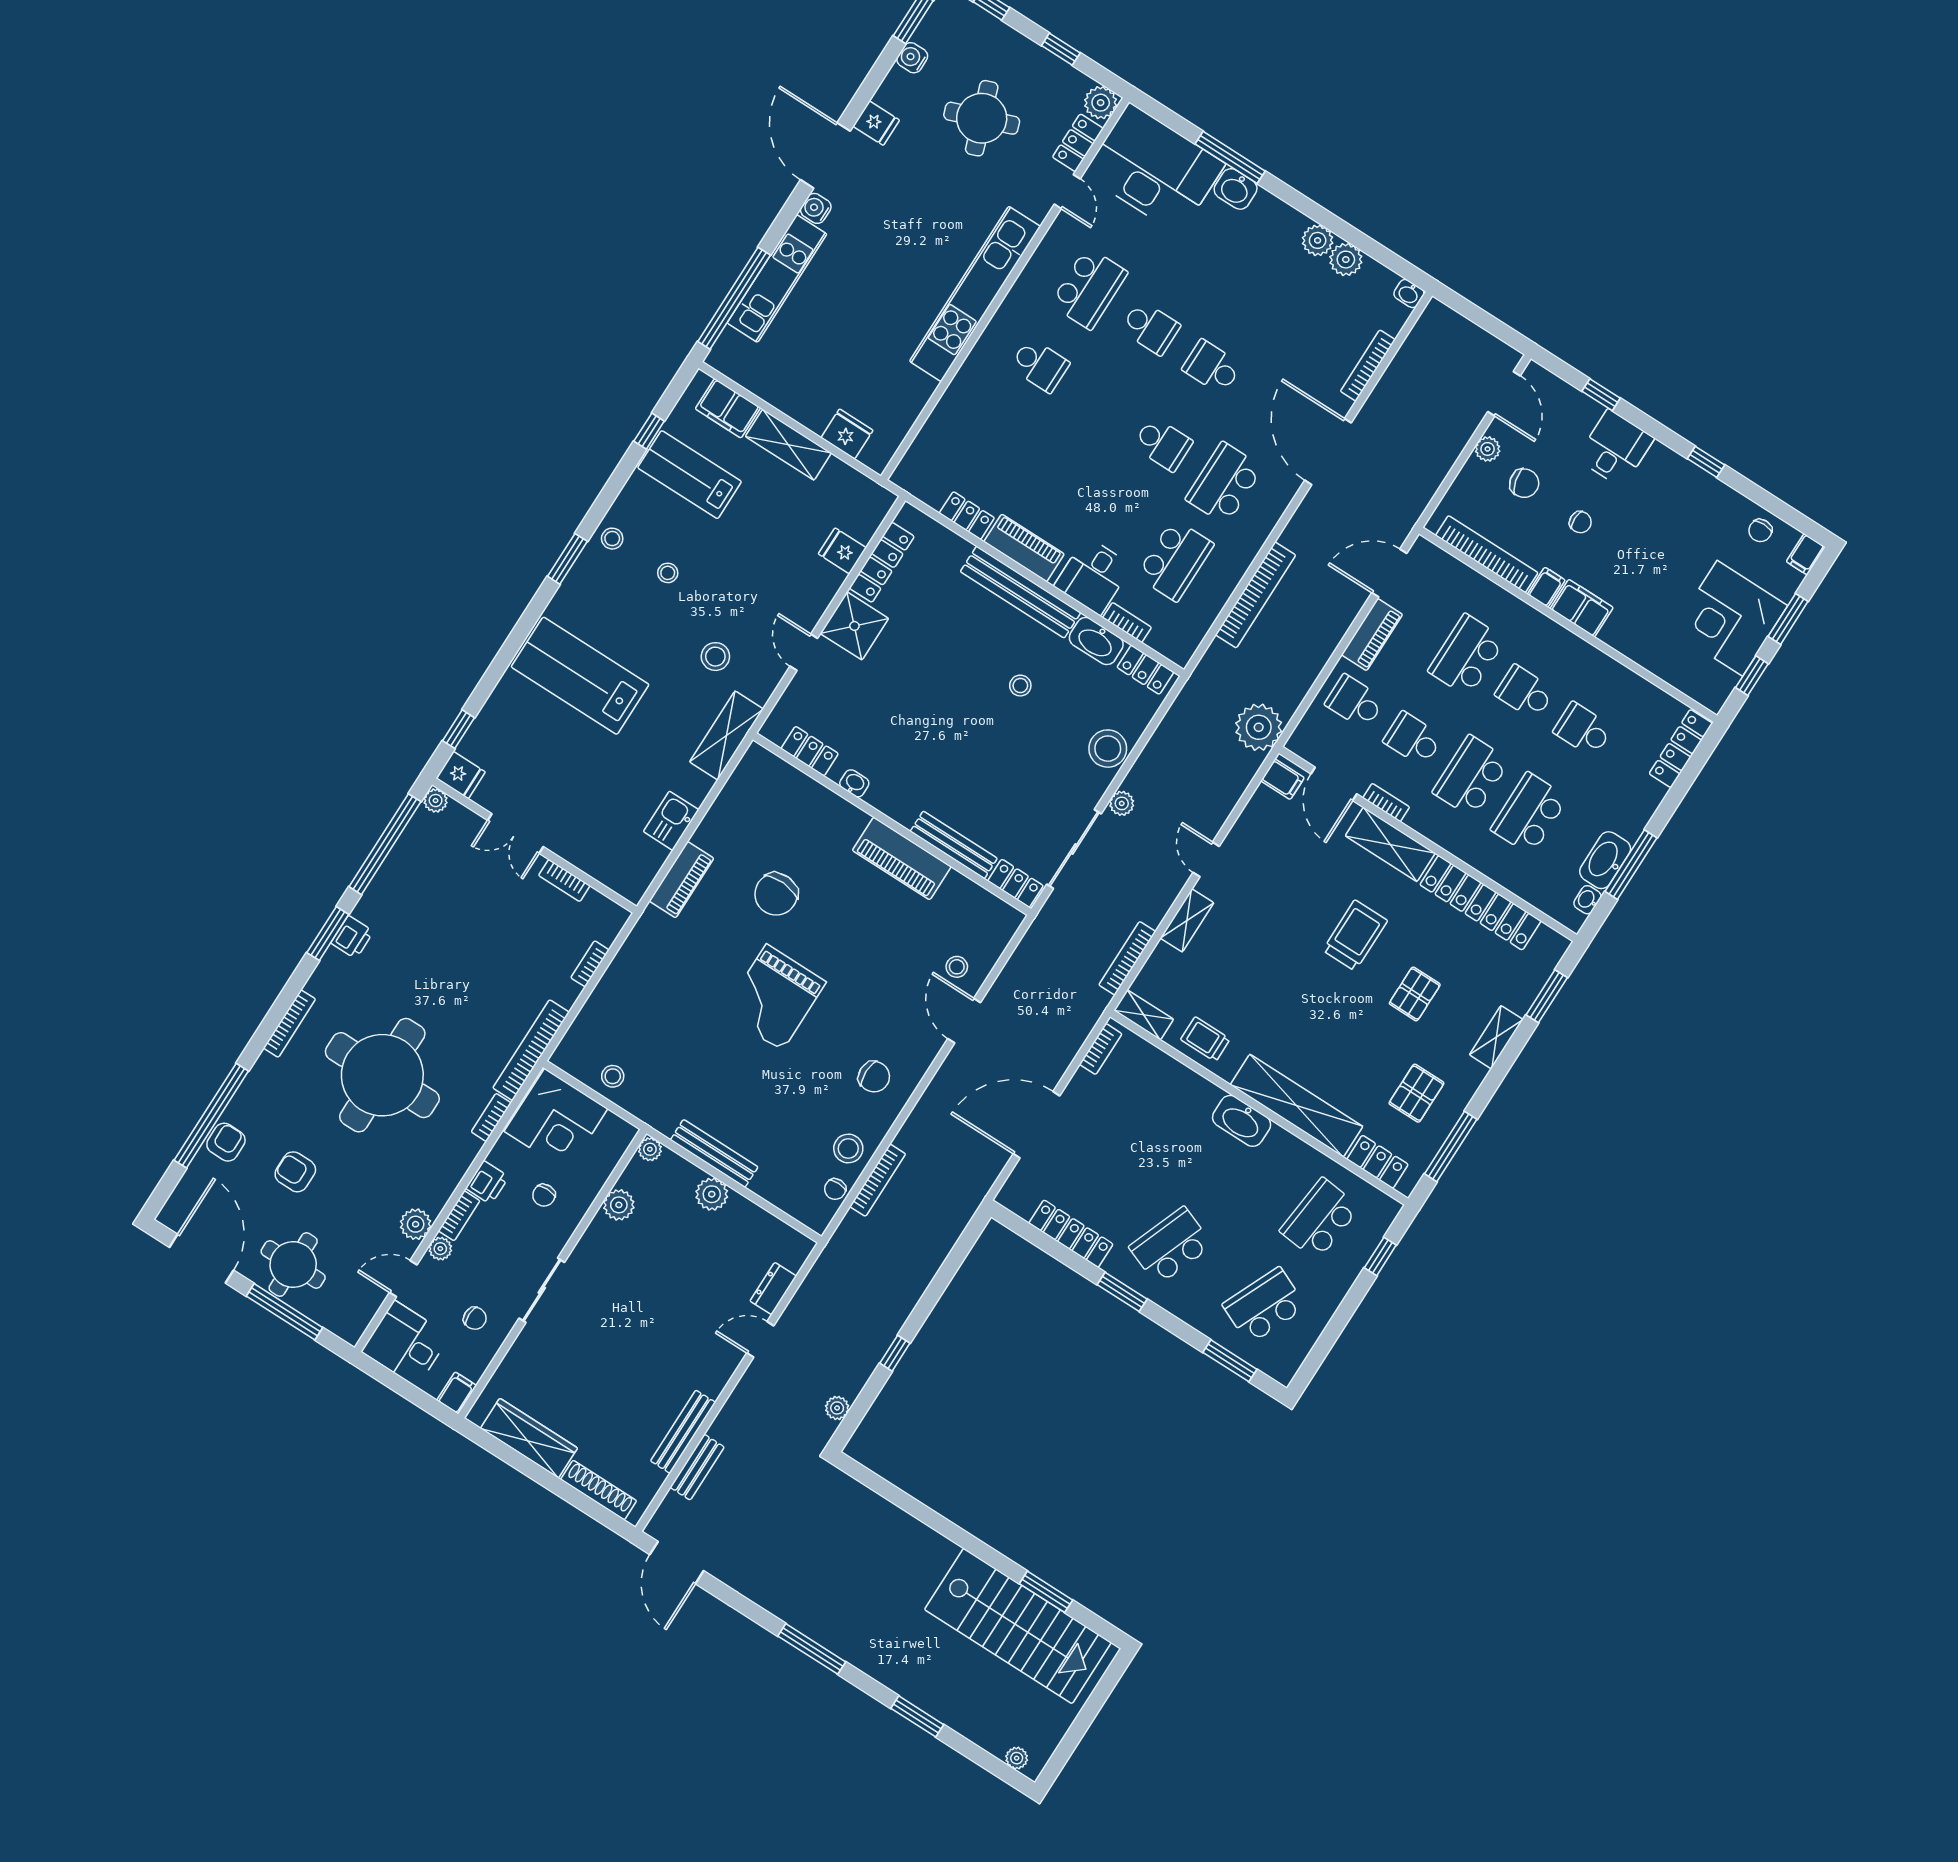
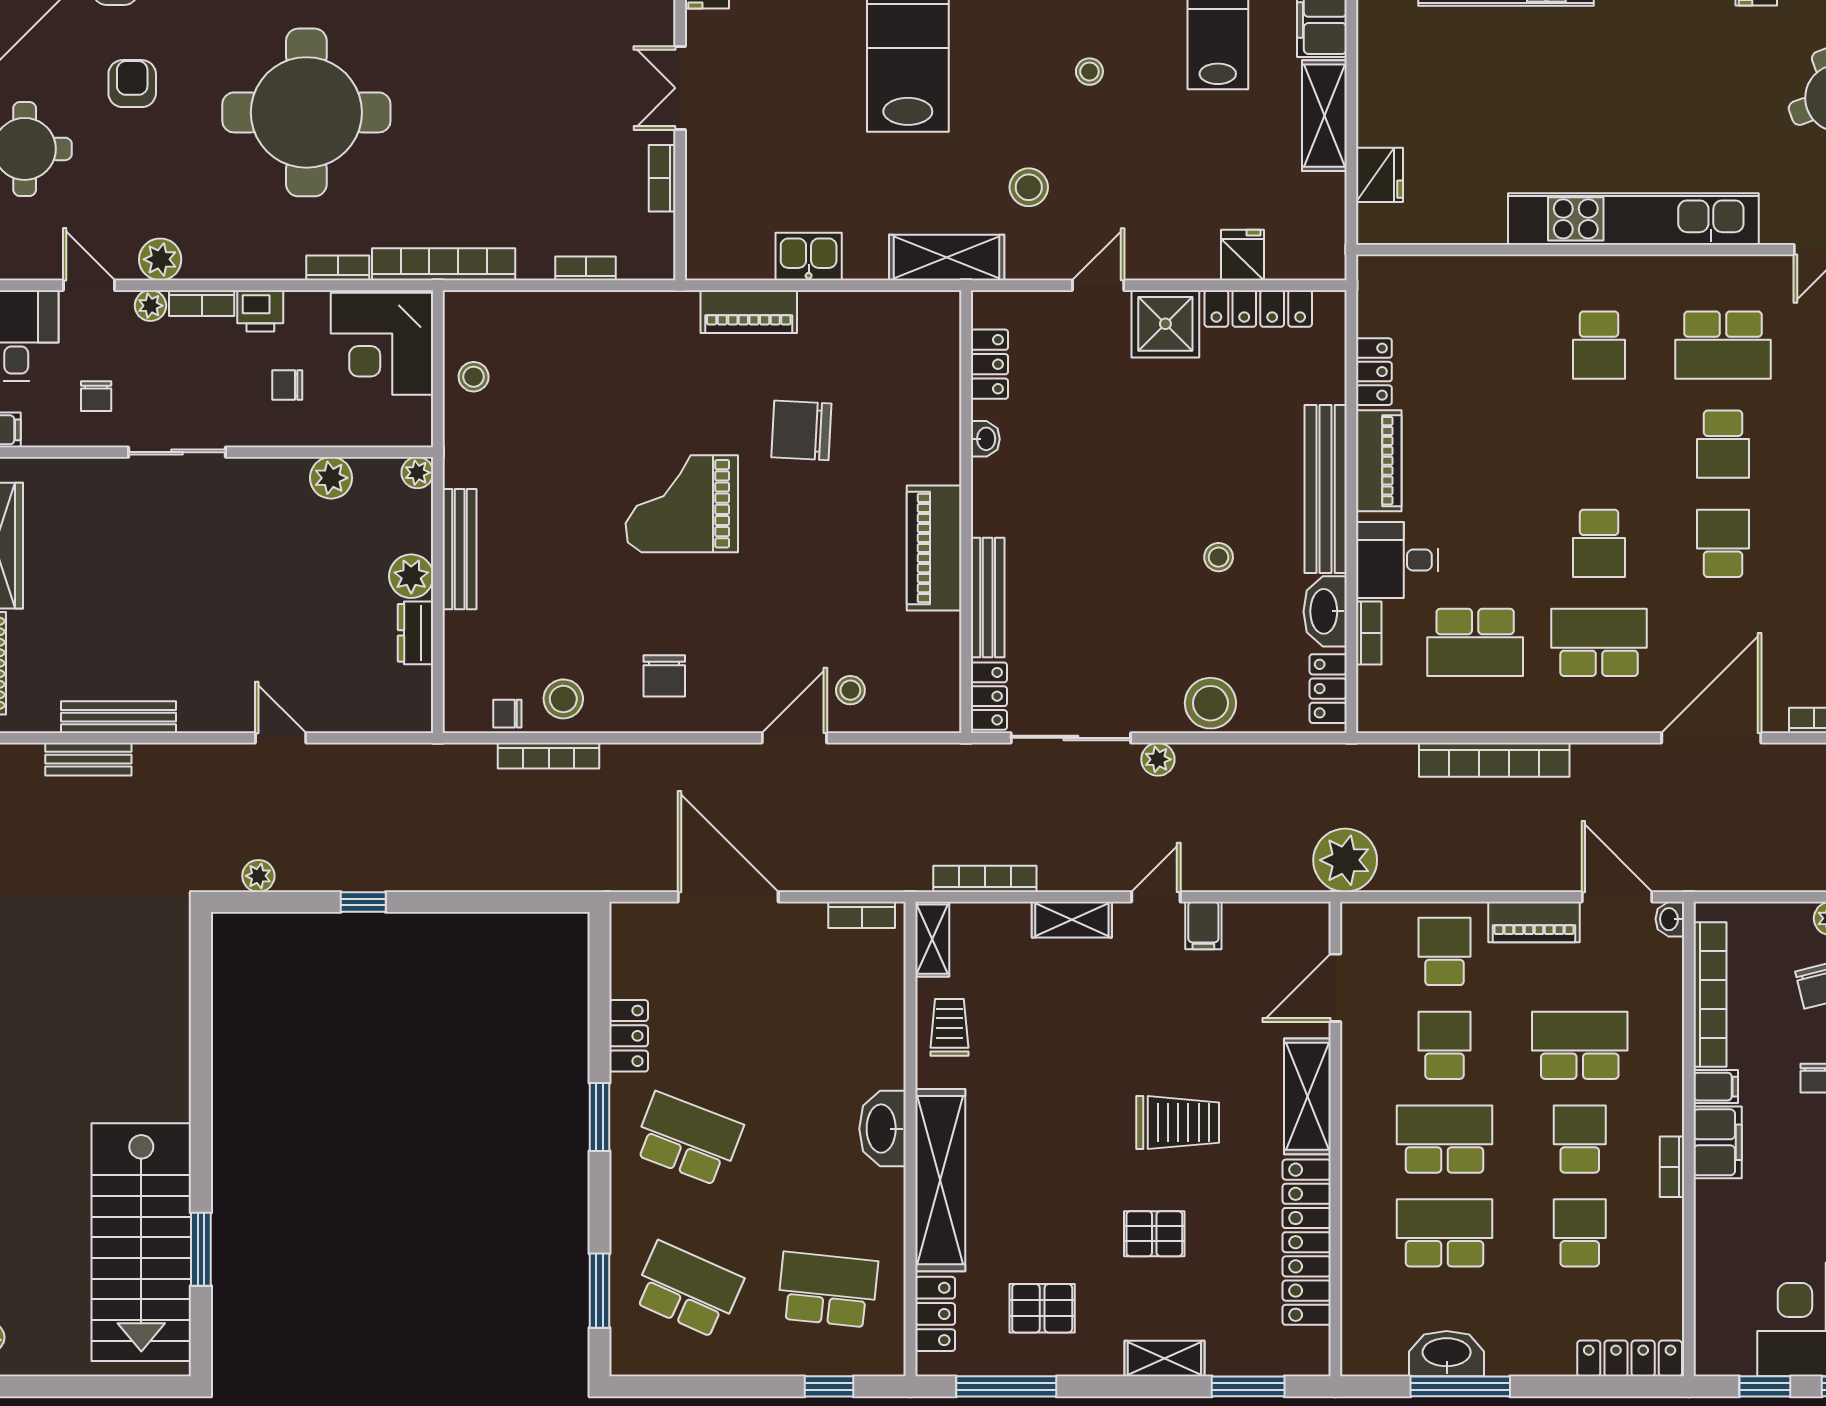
filing cabinet: (1282, 779) -> (1203, 925), moved
bookcase: (1386, 803) -> (1672, 1167), moved, turned 180
washbasin: (1587, 900) -> (1670, 919), moved, turned -90
locker: (1071, 1234) -> (629, 1036), width x0.66
dresser: (773, 1289) -> (415, 633), moved, turned -90

